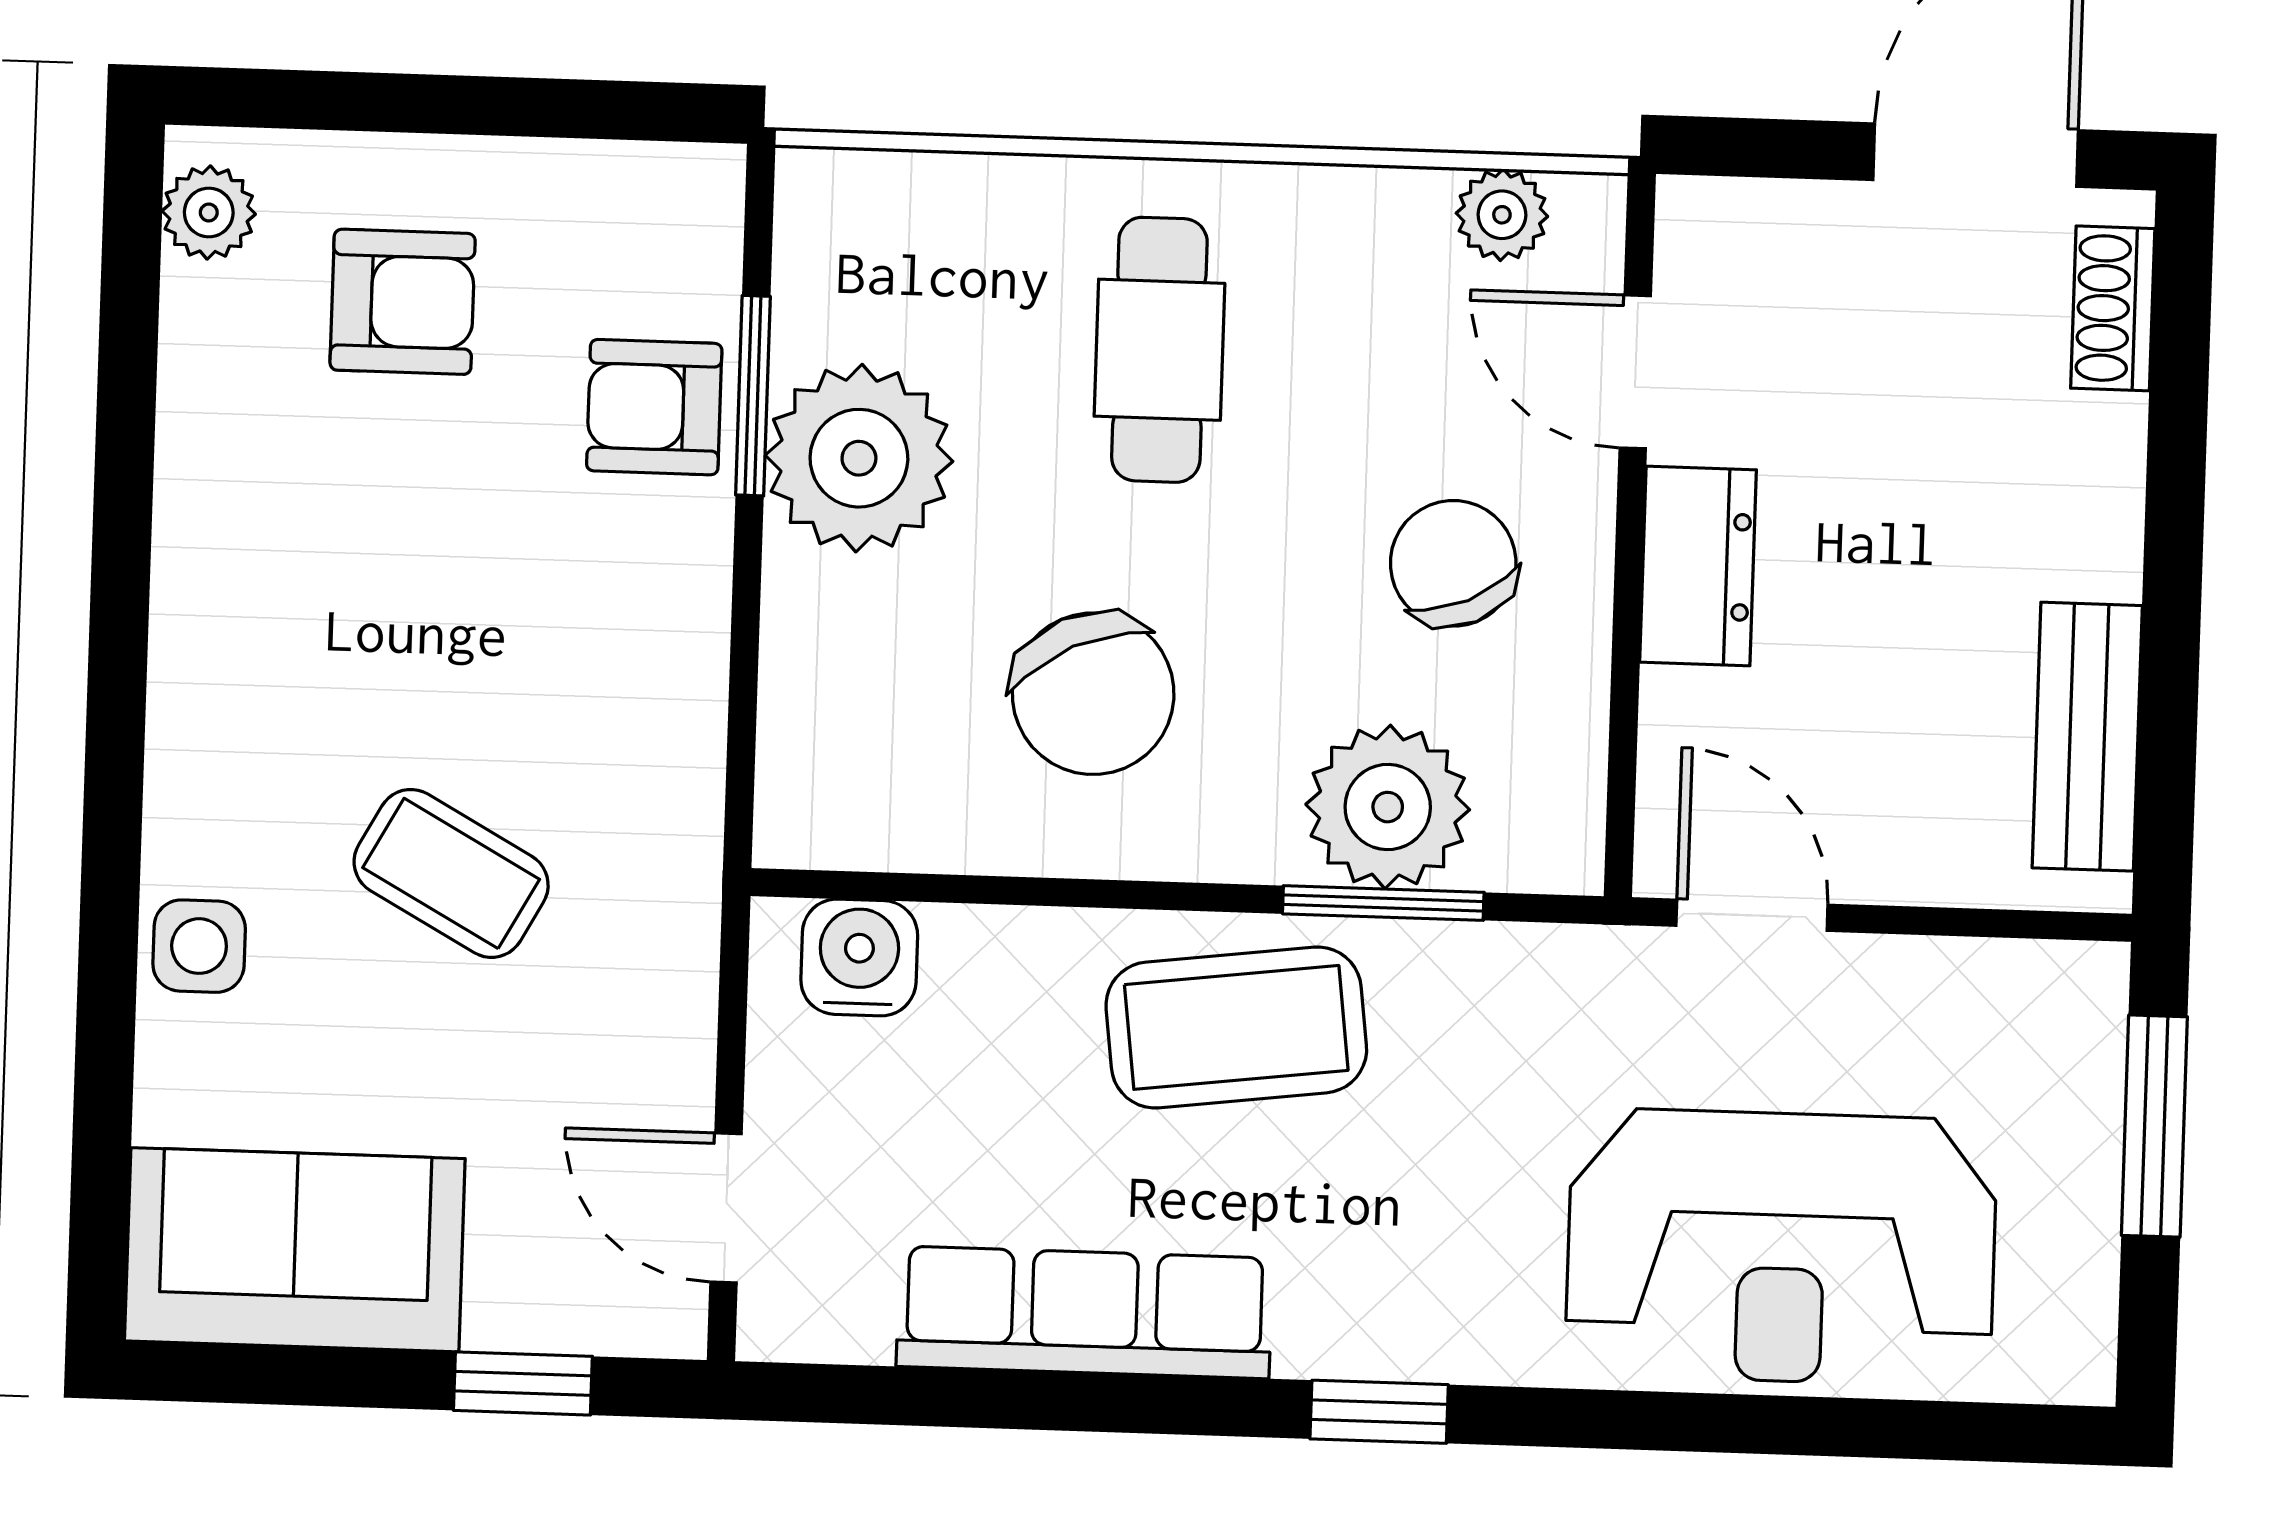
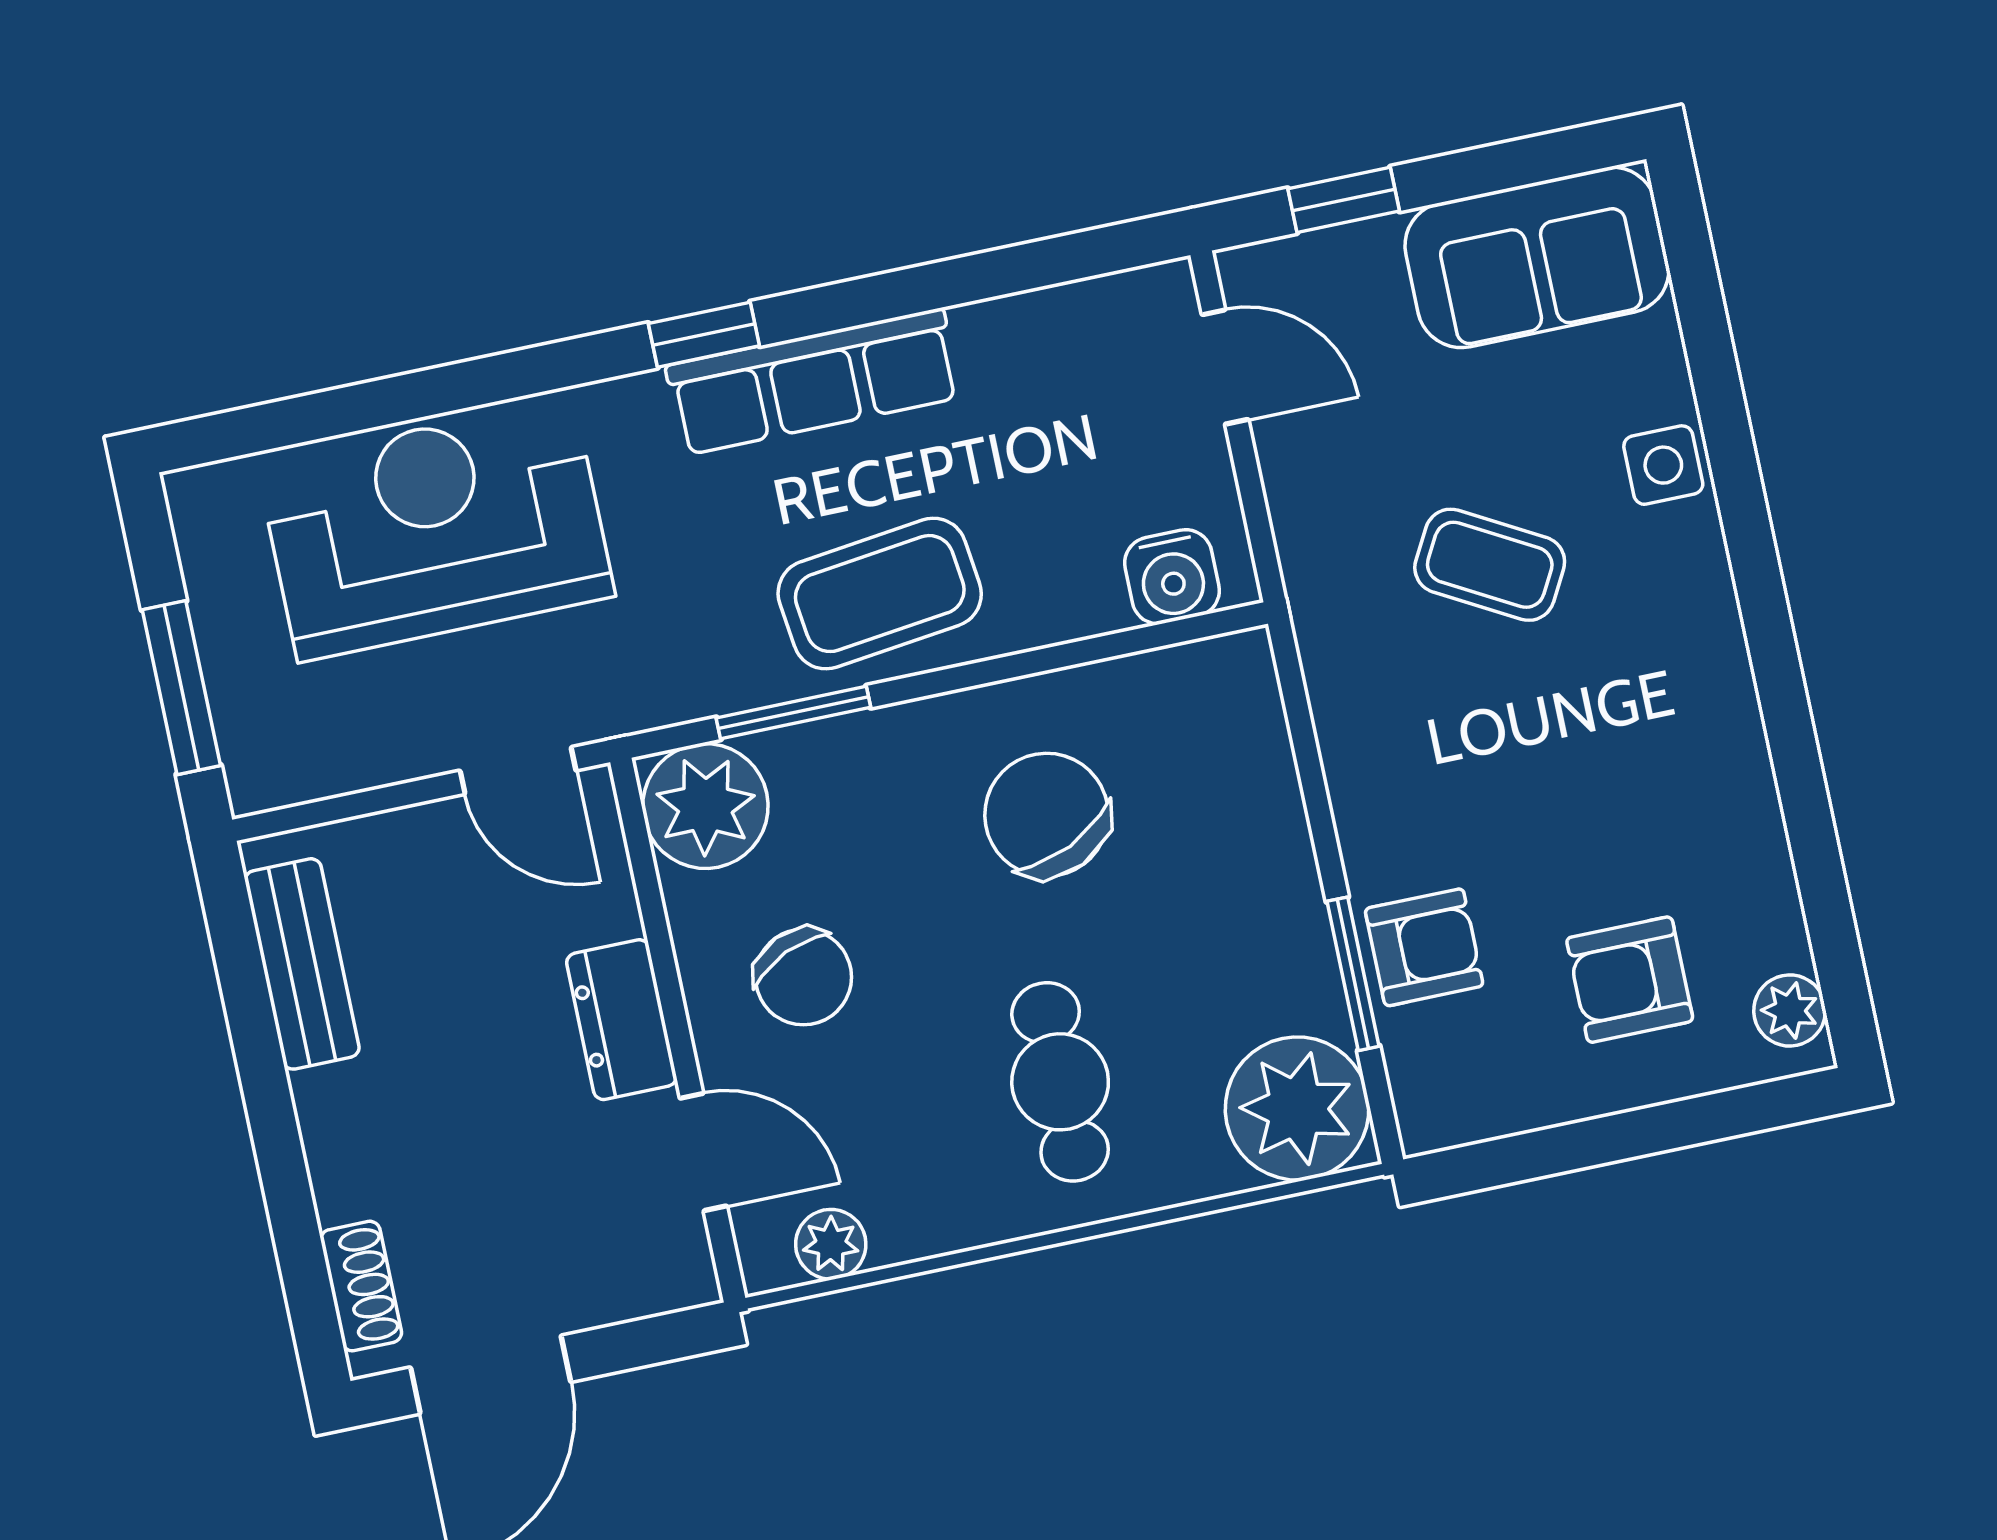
plant: (859, 458) -> (1297, 1108), moved
plant: (1388, 807) -> (705, 806), moved
row of seats: (1084, 1312) -> (813, 382), moved

